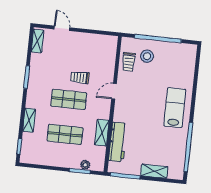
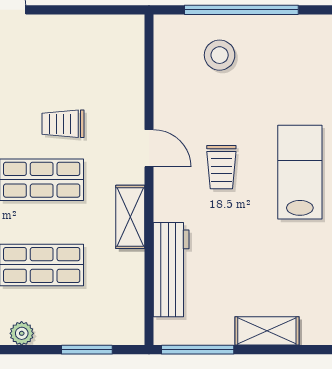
trolley: (129, 62) -> (221, 167), moved
door: (114, 91) -> (149, 148), swing flipped
shelving: (102, 133) -> (130, 217), moved
plant: (85, 165) -> (22, 333), moved

